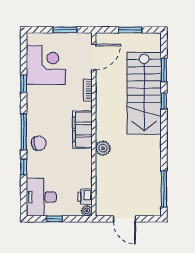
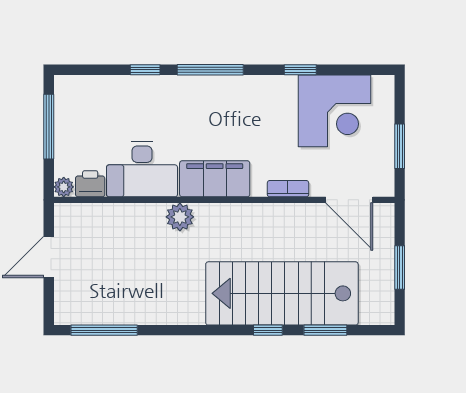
chair: (39, 143) -> (189, 97), removed
desk: (41, 197) -> (142, 169), moved, turned 180
window: (54, 219) -> (49, 127), width x2.17

